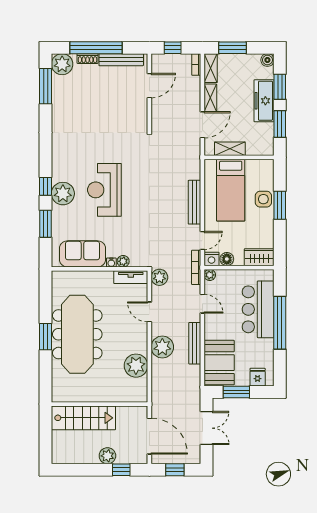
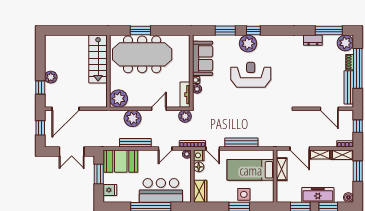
dresser: (58, 107) -> (313, 40), added
wall: (100, 404) -> (108, 71), moved
stairs: (83, 418) -> (98, 59), moved

